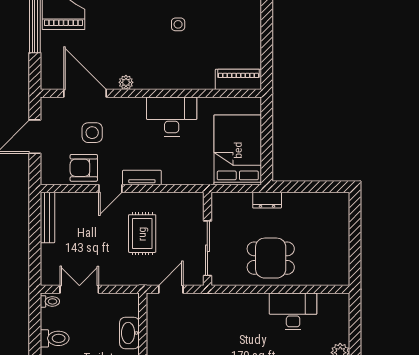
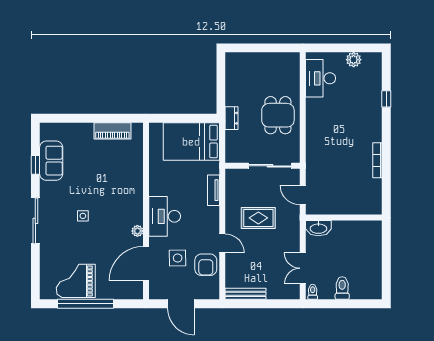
side table: (178, 24) -> (83, 216), moved
piano: (238, 79) -> (112, 131), moved, turned -90
desk: (172, 116) -> (165, 216), moved
tv unit: (142, 178) -> (214, 190), moved
desk: (293, 311) -> (321, 78), moved
washbasin: (129, 333) -> (318, 228), moved

